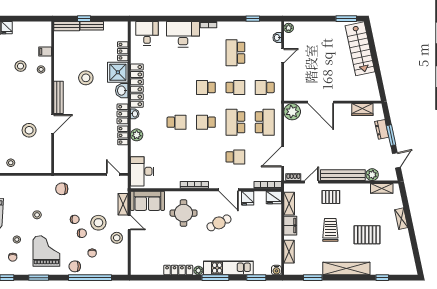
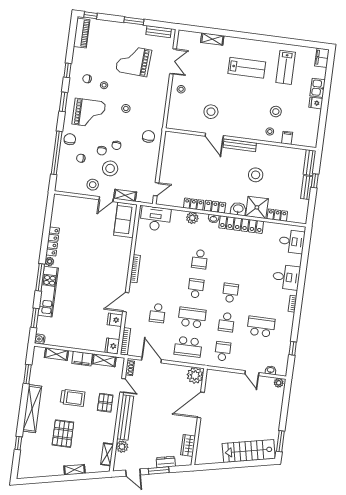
desk: (183, 34) -> (286, 277), width x0.73
round table: (184, 213) -> (109, 254), removed
cafe table: (219, 223) -> (94, 288), removed

